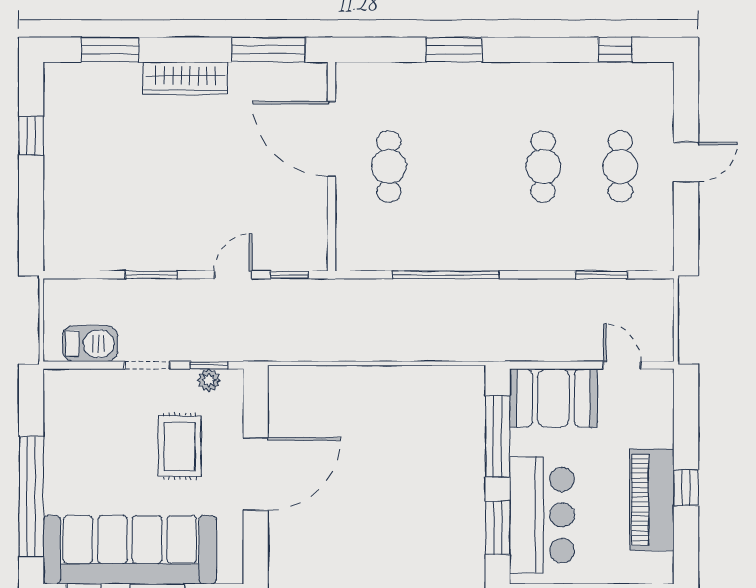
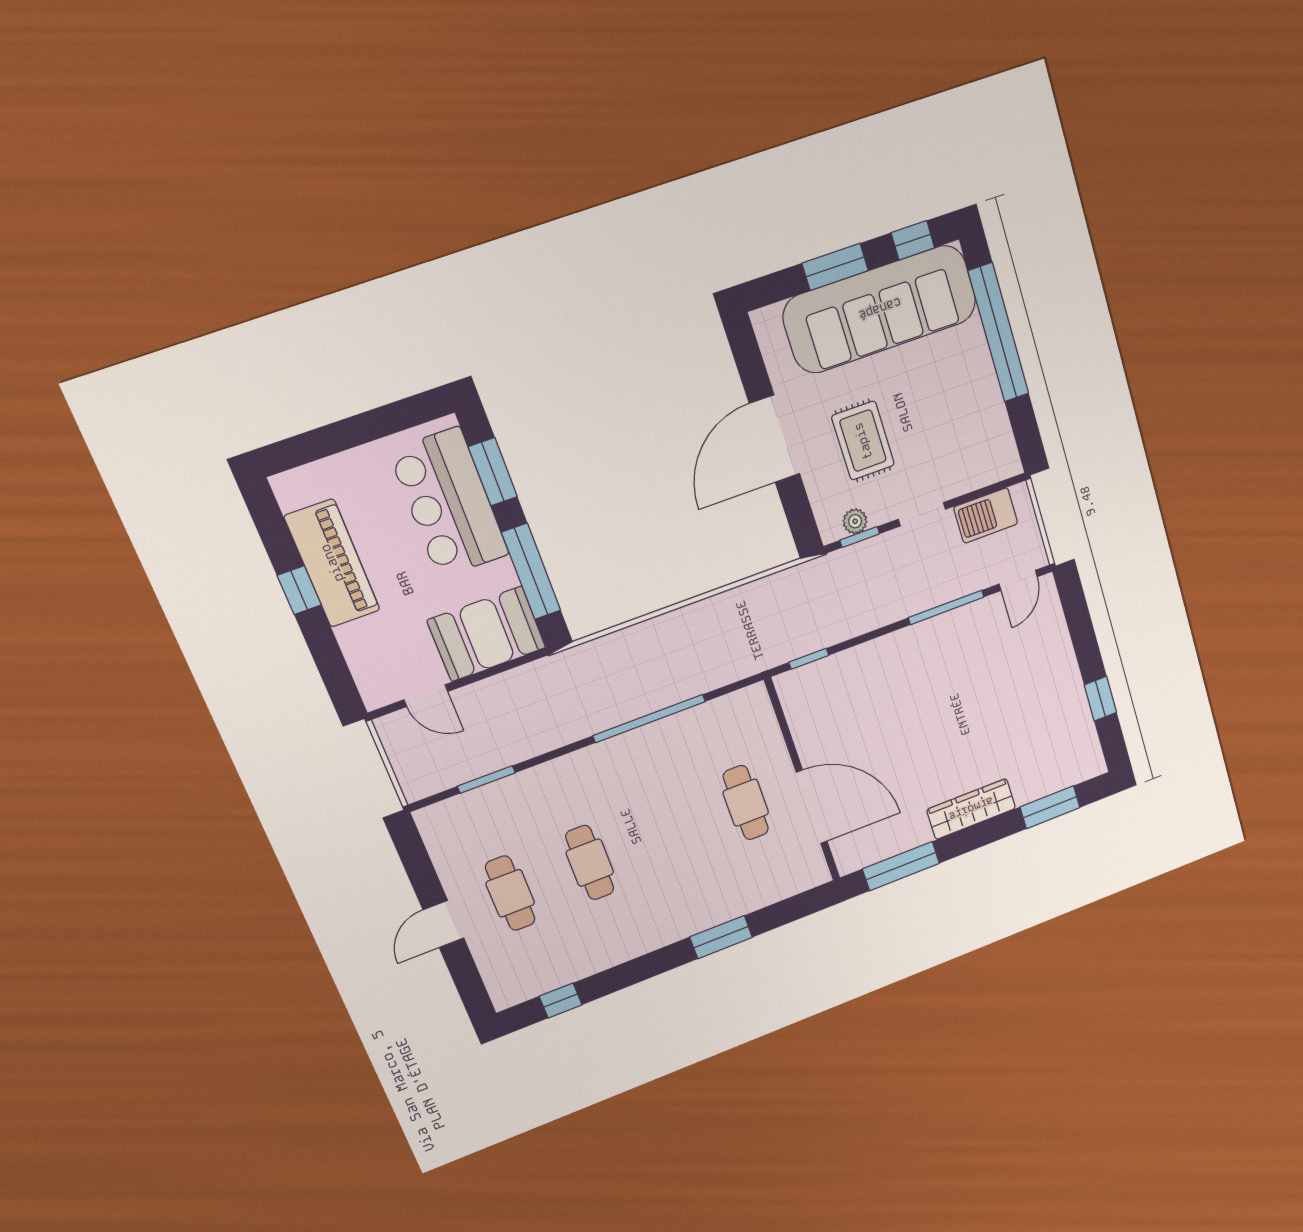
window: (151, 275) -> (946, 607), width x1.44
door: (233, 275) -> (1018, 580), moved

